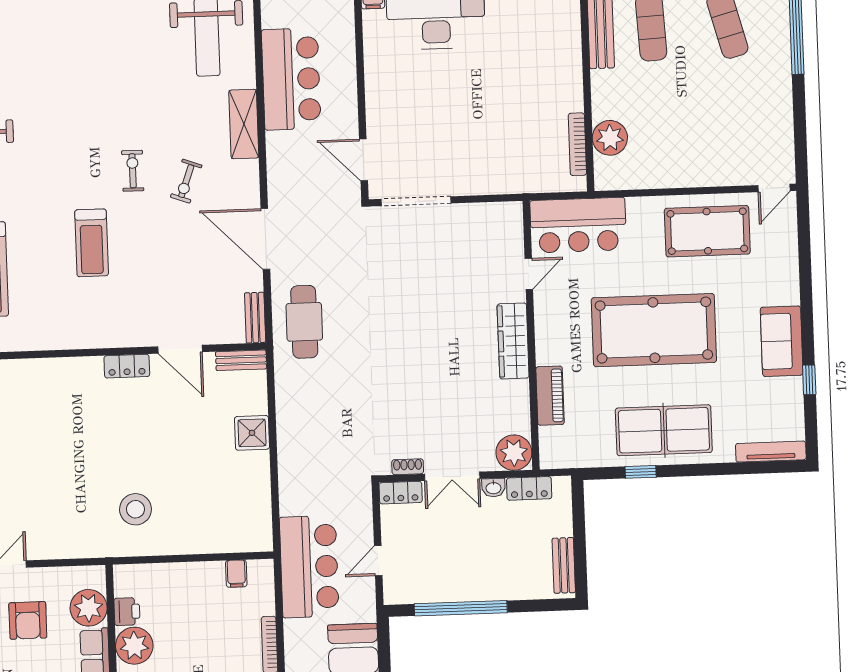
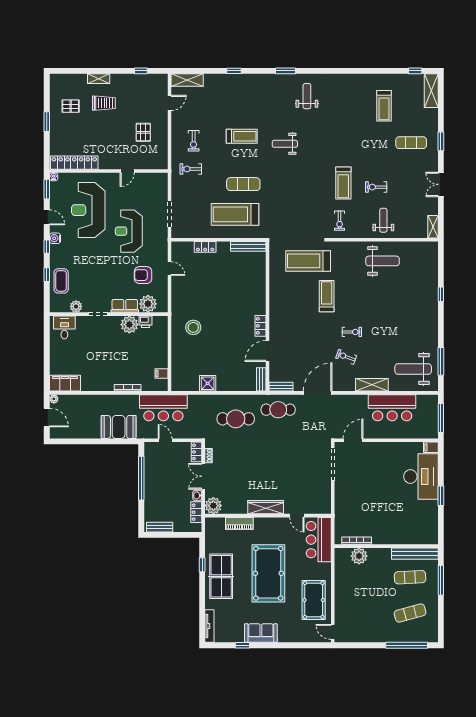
treadmill: (92, 243) -> (327, 296), moved, turned 90
cafe table: (327, 412) -> (236, 419), added
shower: (252, 433) -> (208, 383), moved

